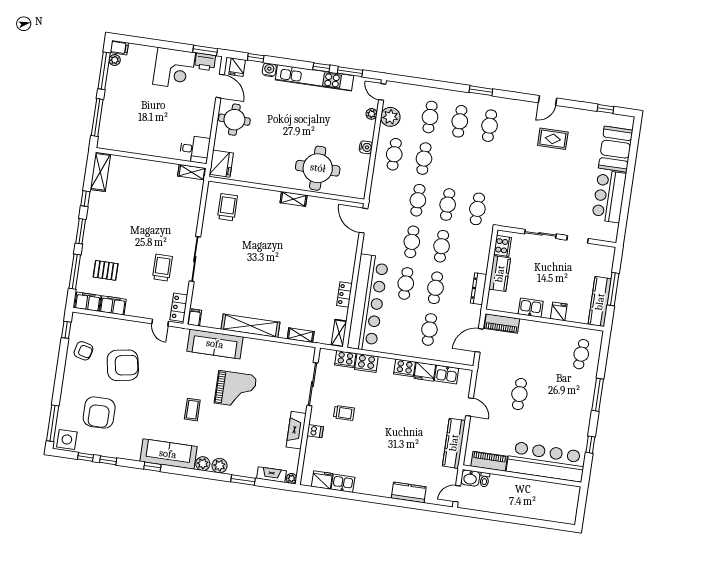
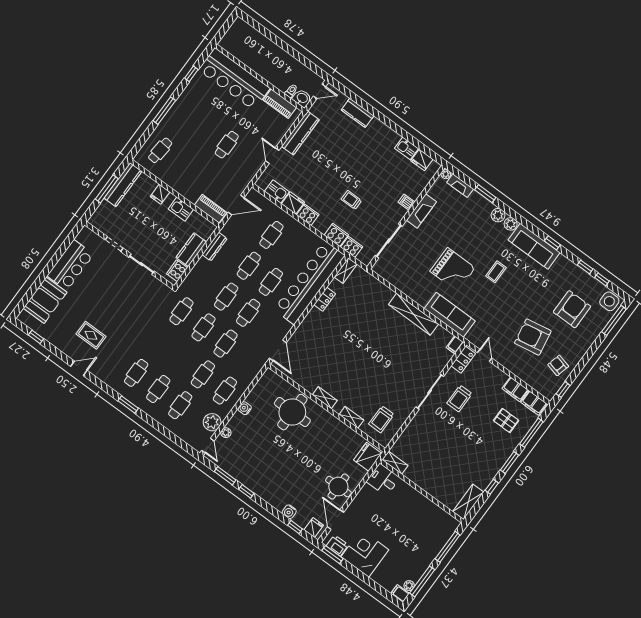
kitchen unit: (315, 78) -> (256, 486), removed
shelving: (301, 335) -> (351, 417), moved
grand piano: (236, 389) -> (453, 270), turned 180
trolley: (344, 413) -> (351, 200), moved

